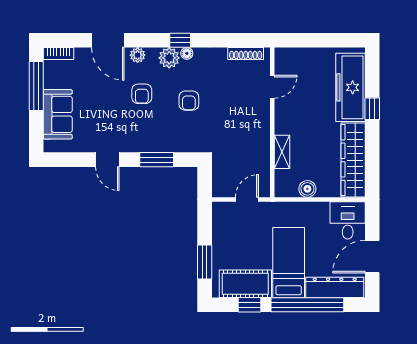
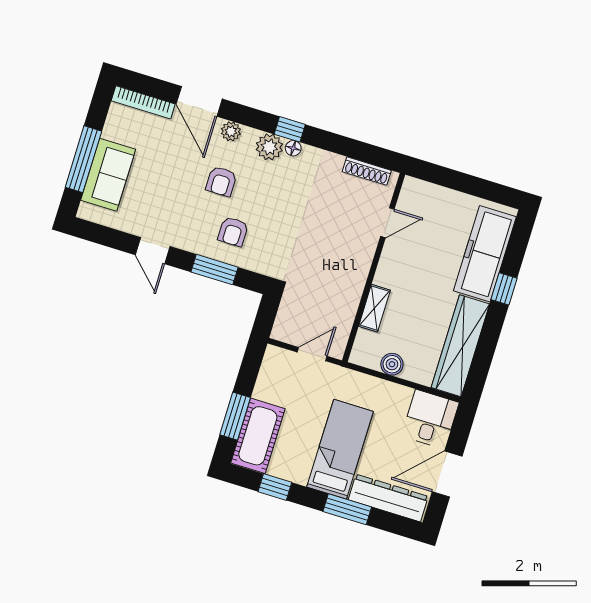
bookcase: (59, 54) -> (143, 102), width x1.56
window: (36, 86) -> (83, 159), moved
armchair: (189, 101) -> (233, 232), moved
cot: (245, 284) -> (258, 436), moved, turned 90
window: (307, 305) -> (347, 509), width x0.47

